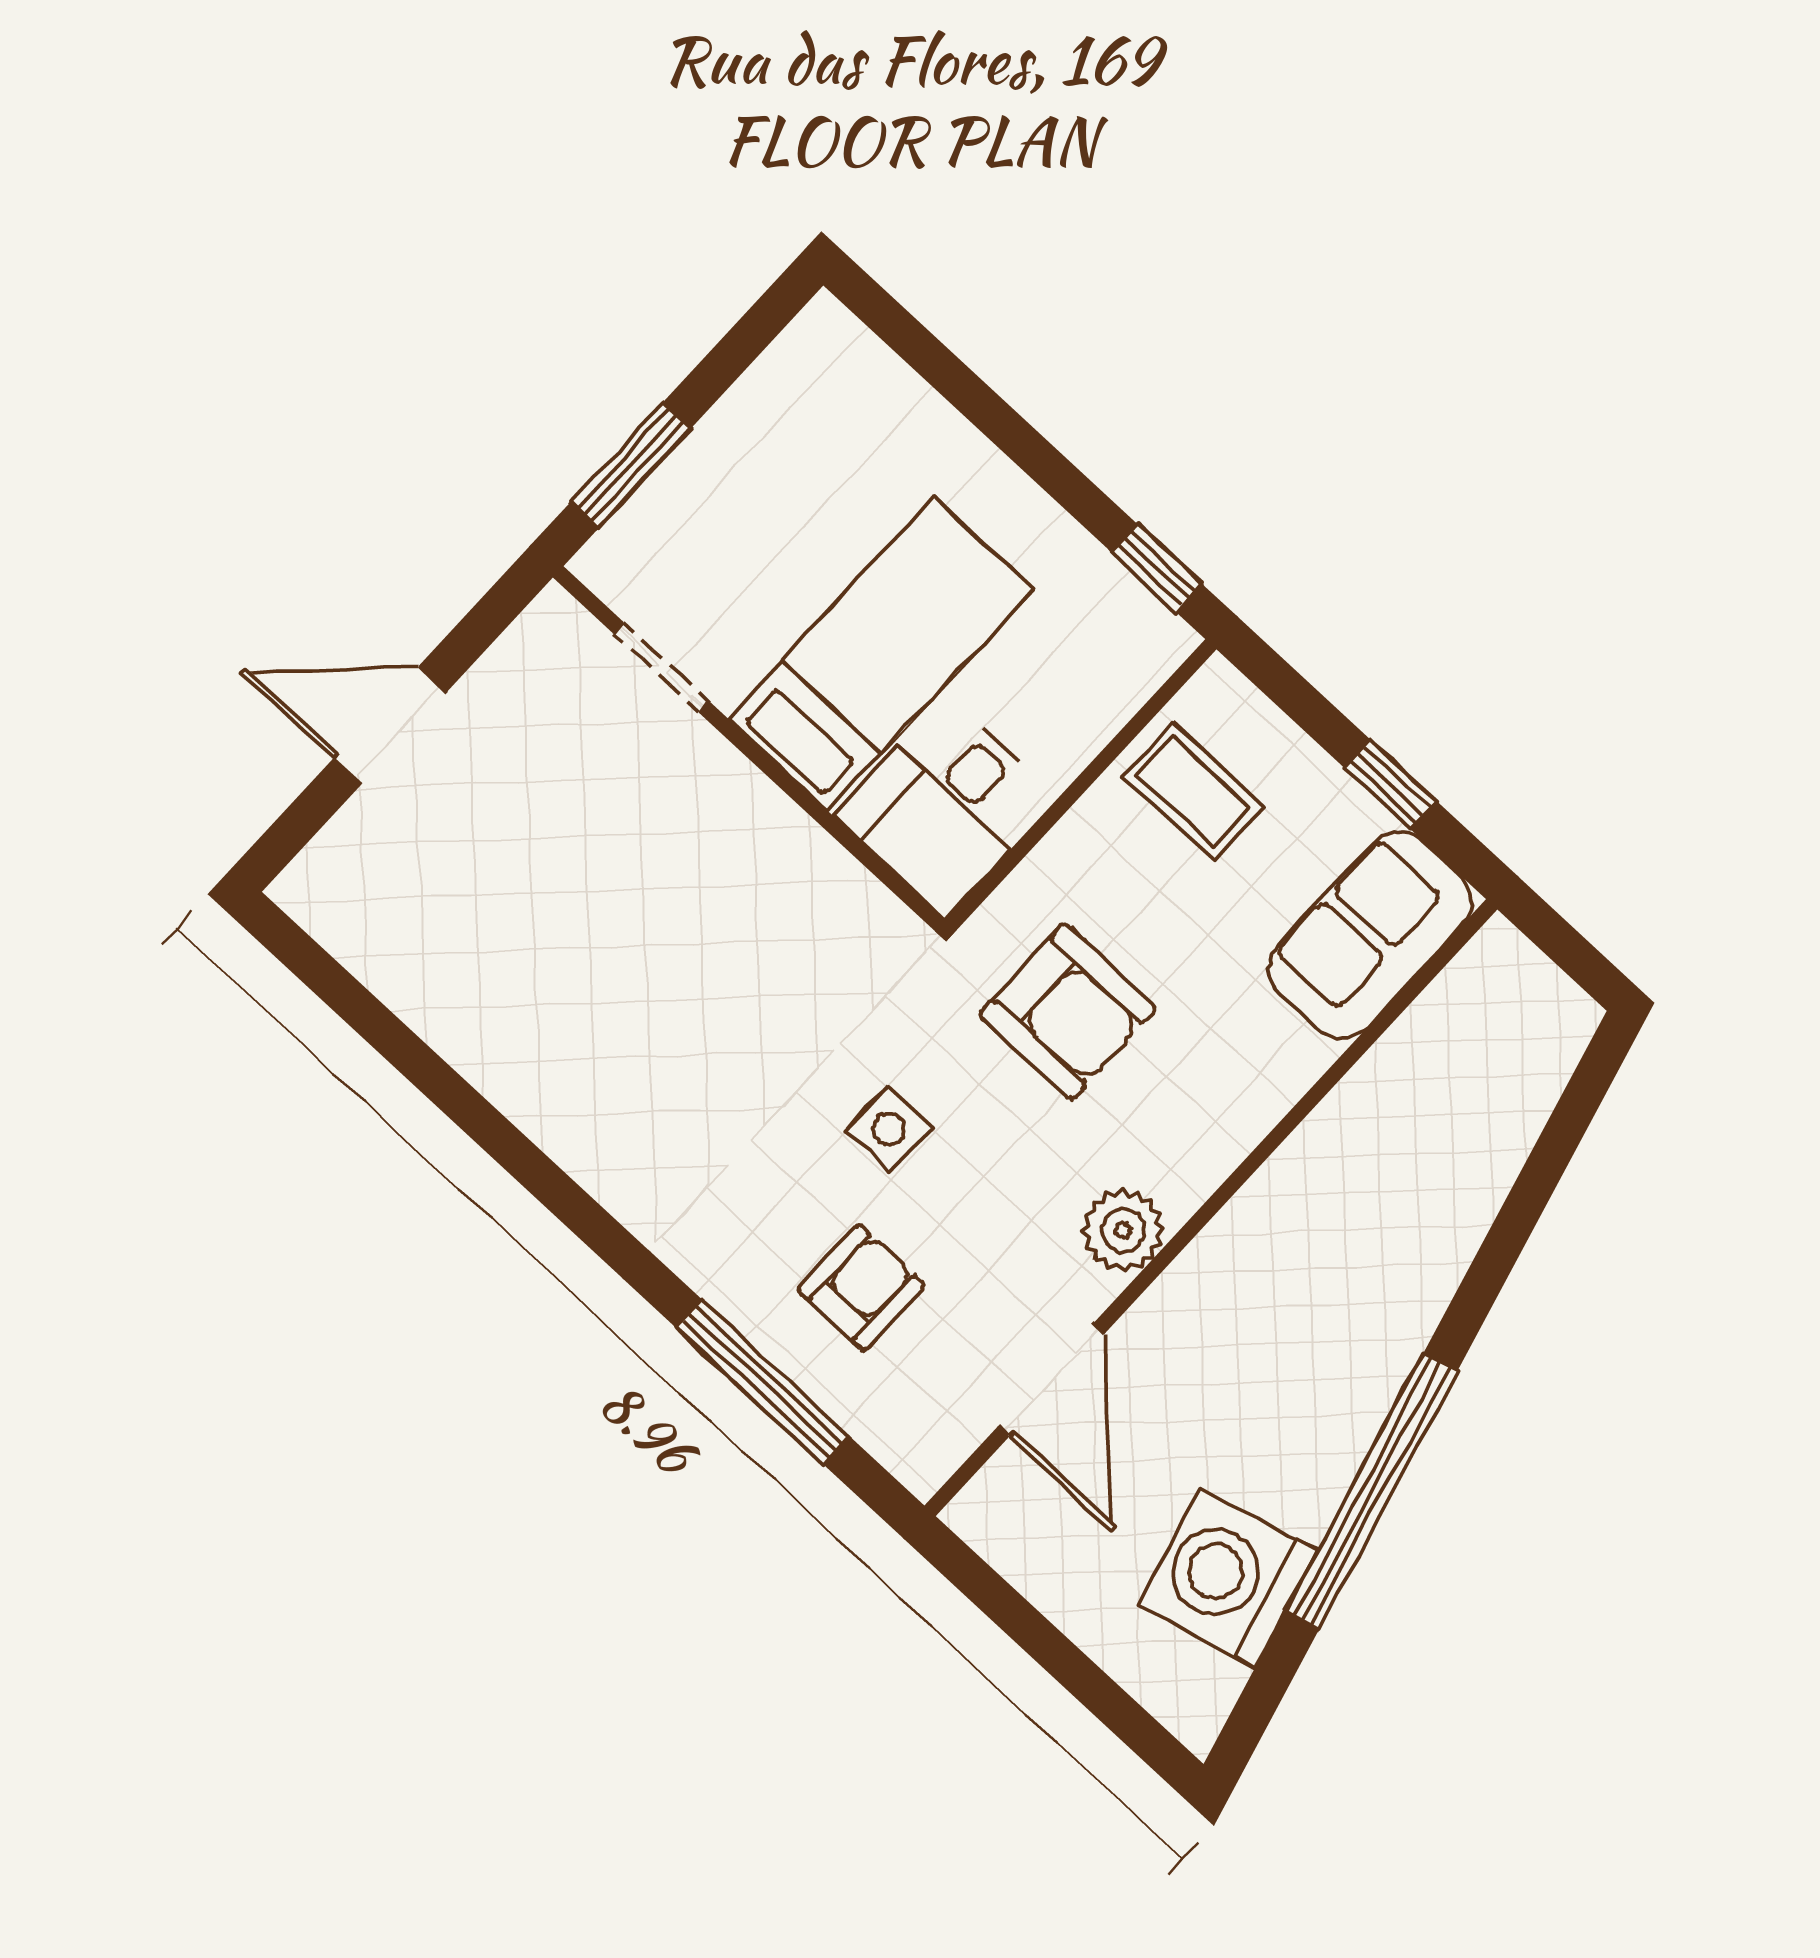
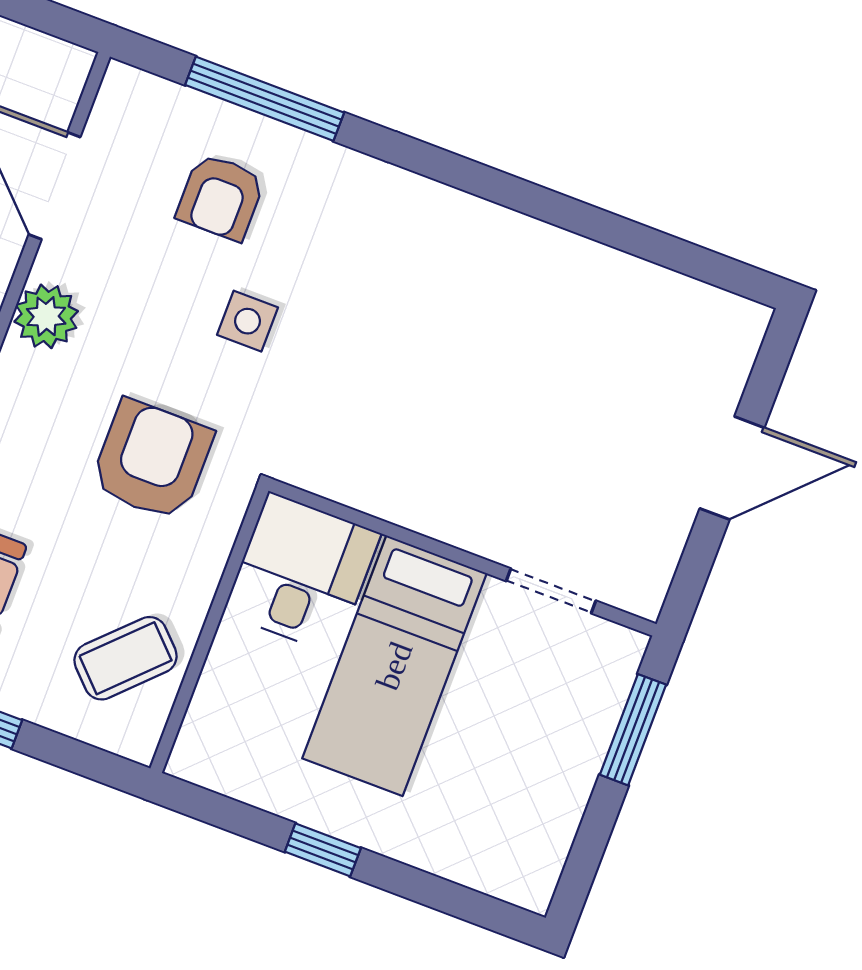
window: (1157, 568) -> (323, 850), moved
coffee table: (1193, 791) -> (125, 658), turned -45
armchair: (1068, 1011) -> (152, 460), turned 90

